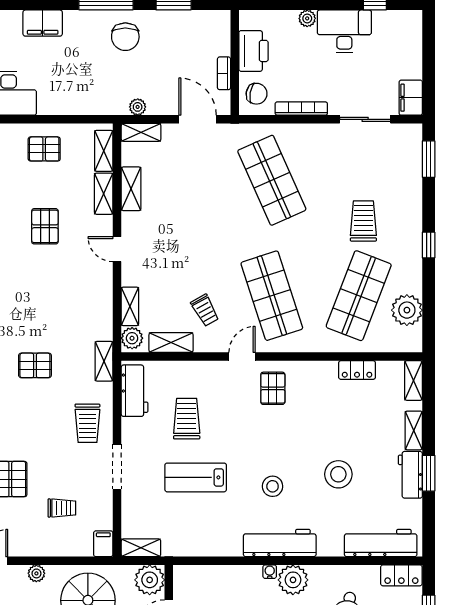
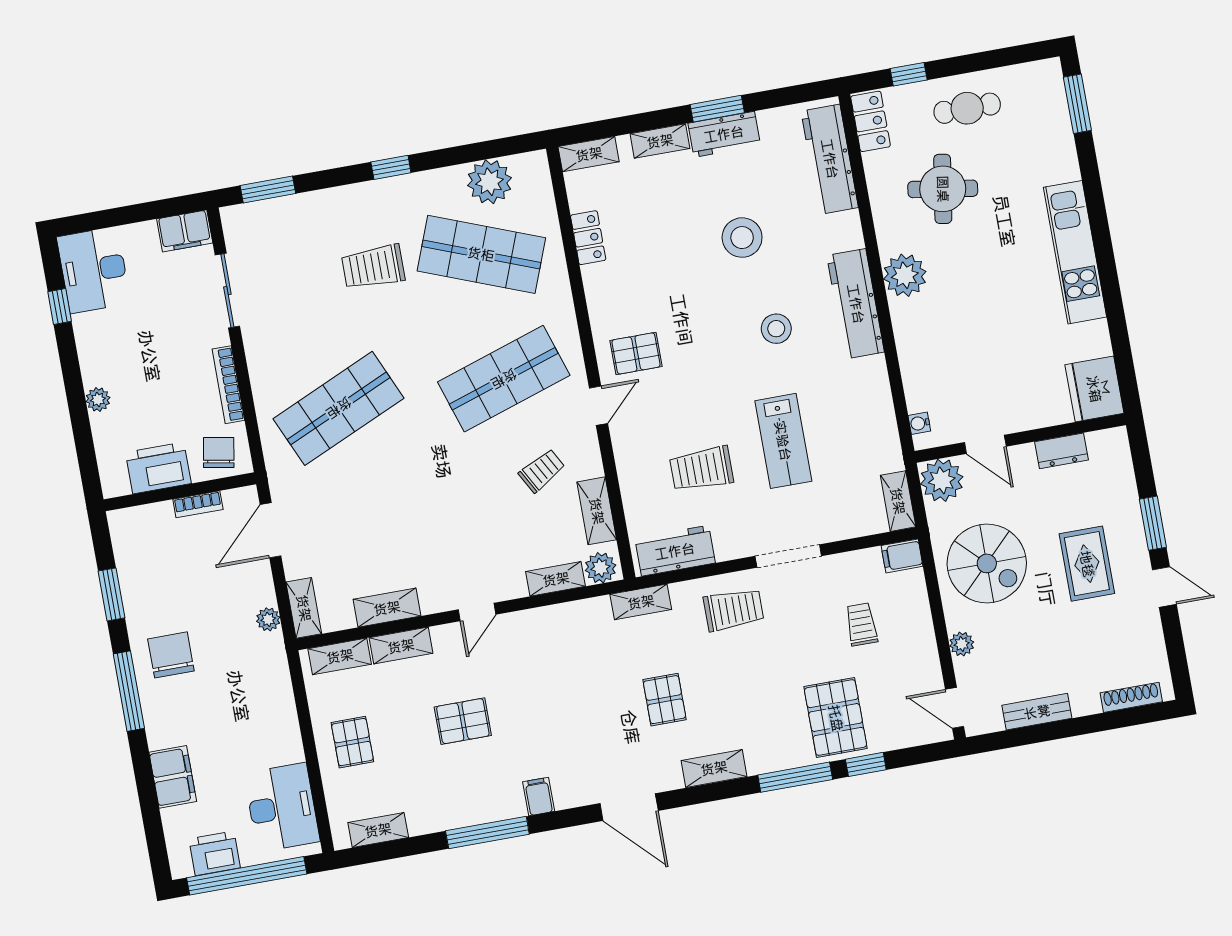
desk: (344, 31) -> (94, 270), moved
chair: (125, 37) -> (171, 655), turned -90
door: (242, 357) -> (599, 406), swing flipped
water cooler: (270, 572) -> (919, 423), moved

